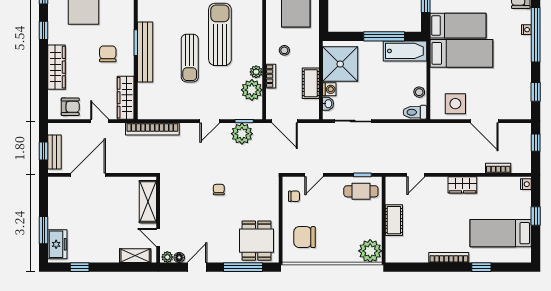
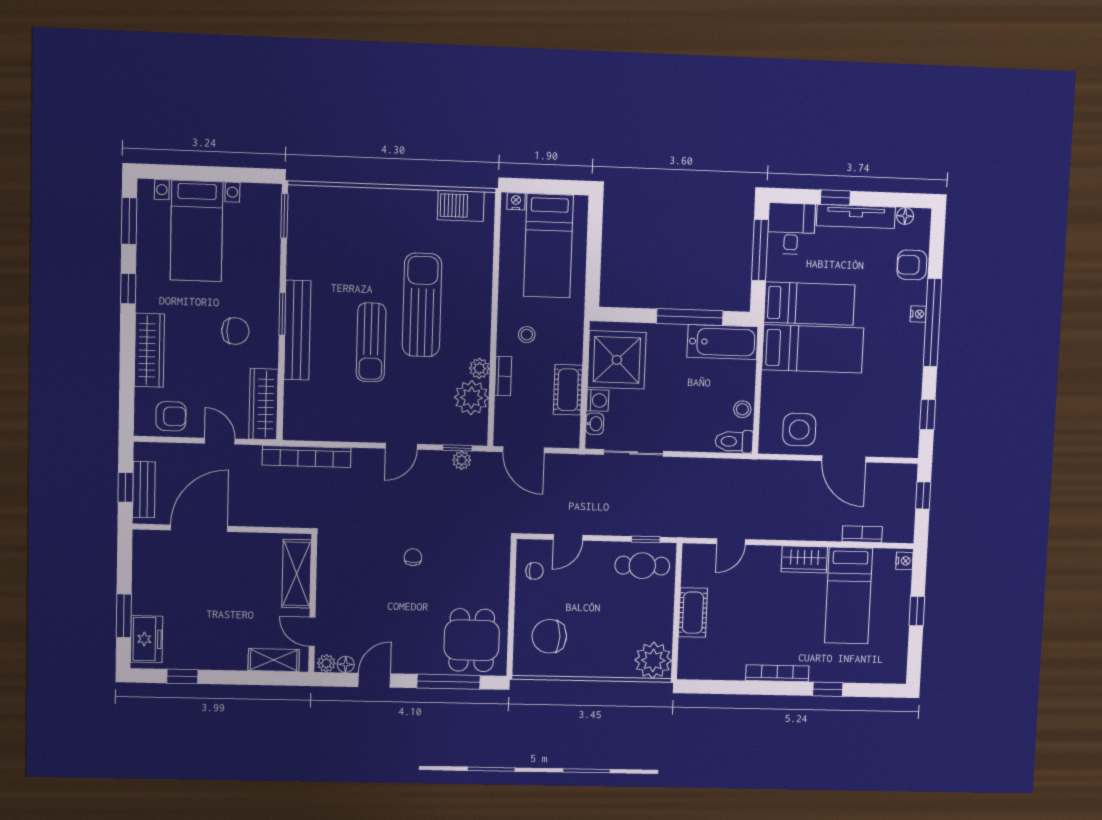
chair: (108, 54) -> (235, 331), turned 90
plant: (242, 134) -> (462, 460), width x0.53, depth x0.53
bed: (501, 233) -> (849, 596), moved, turned -90

